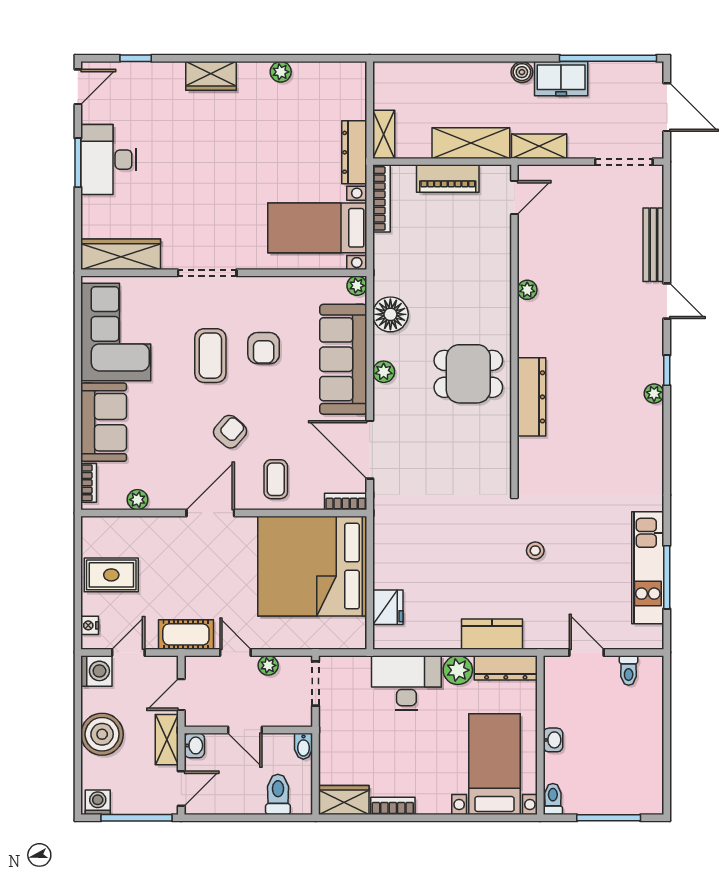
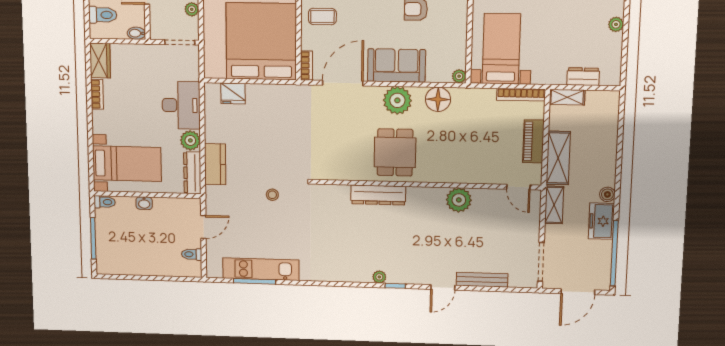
dresser: (354, 152) -> (583, 77), moved, width x0.70
plant: (527, 290) -> (459, 200), width x1.88, depth x1.88
sofa: (343, 359) -> (396, 65), width x0.73
plant: (384, 372) -> (397, 100), width x1.87, depth x1.87

